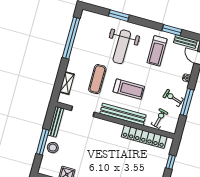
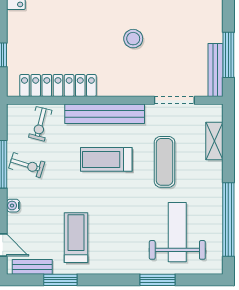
weight bench: (122, 47) -> (177, 232), moved
window: (43, 142) -> (228, 55), moved
stool: (53, 148) -> (133, 39), moved

